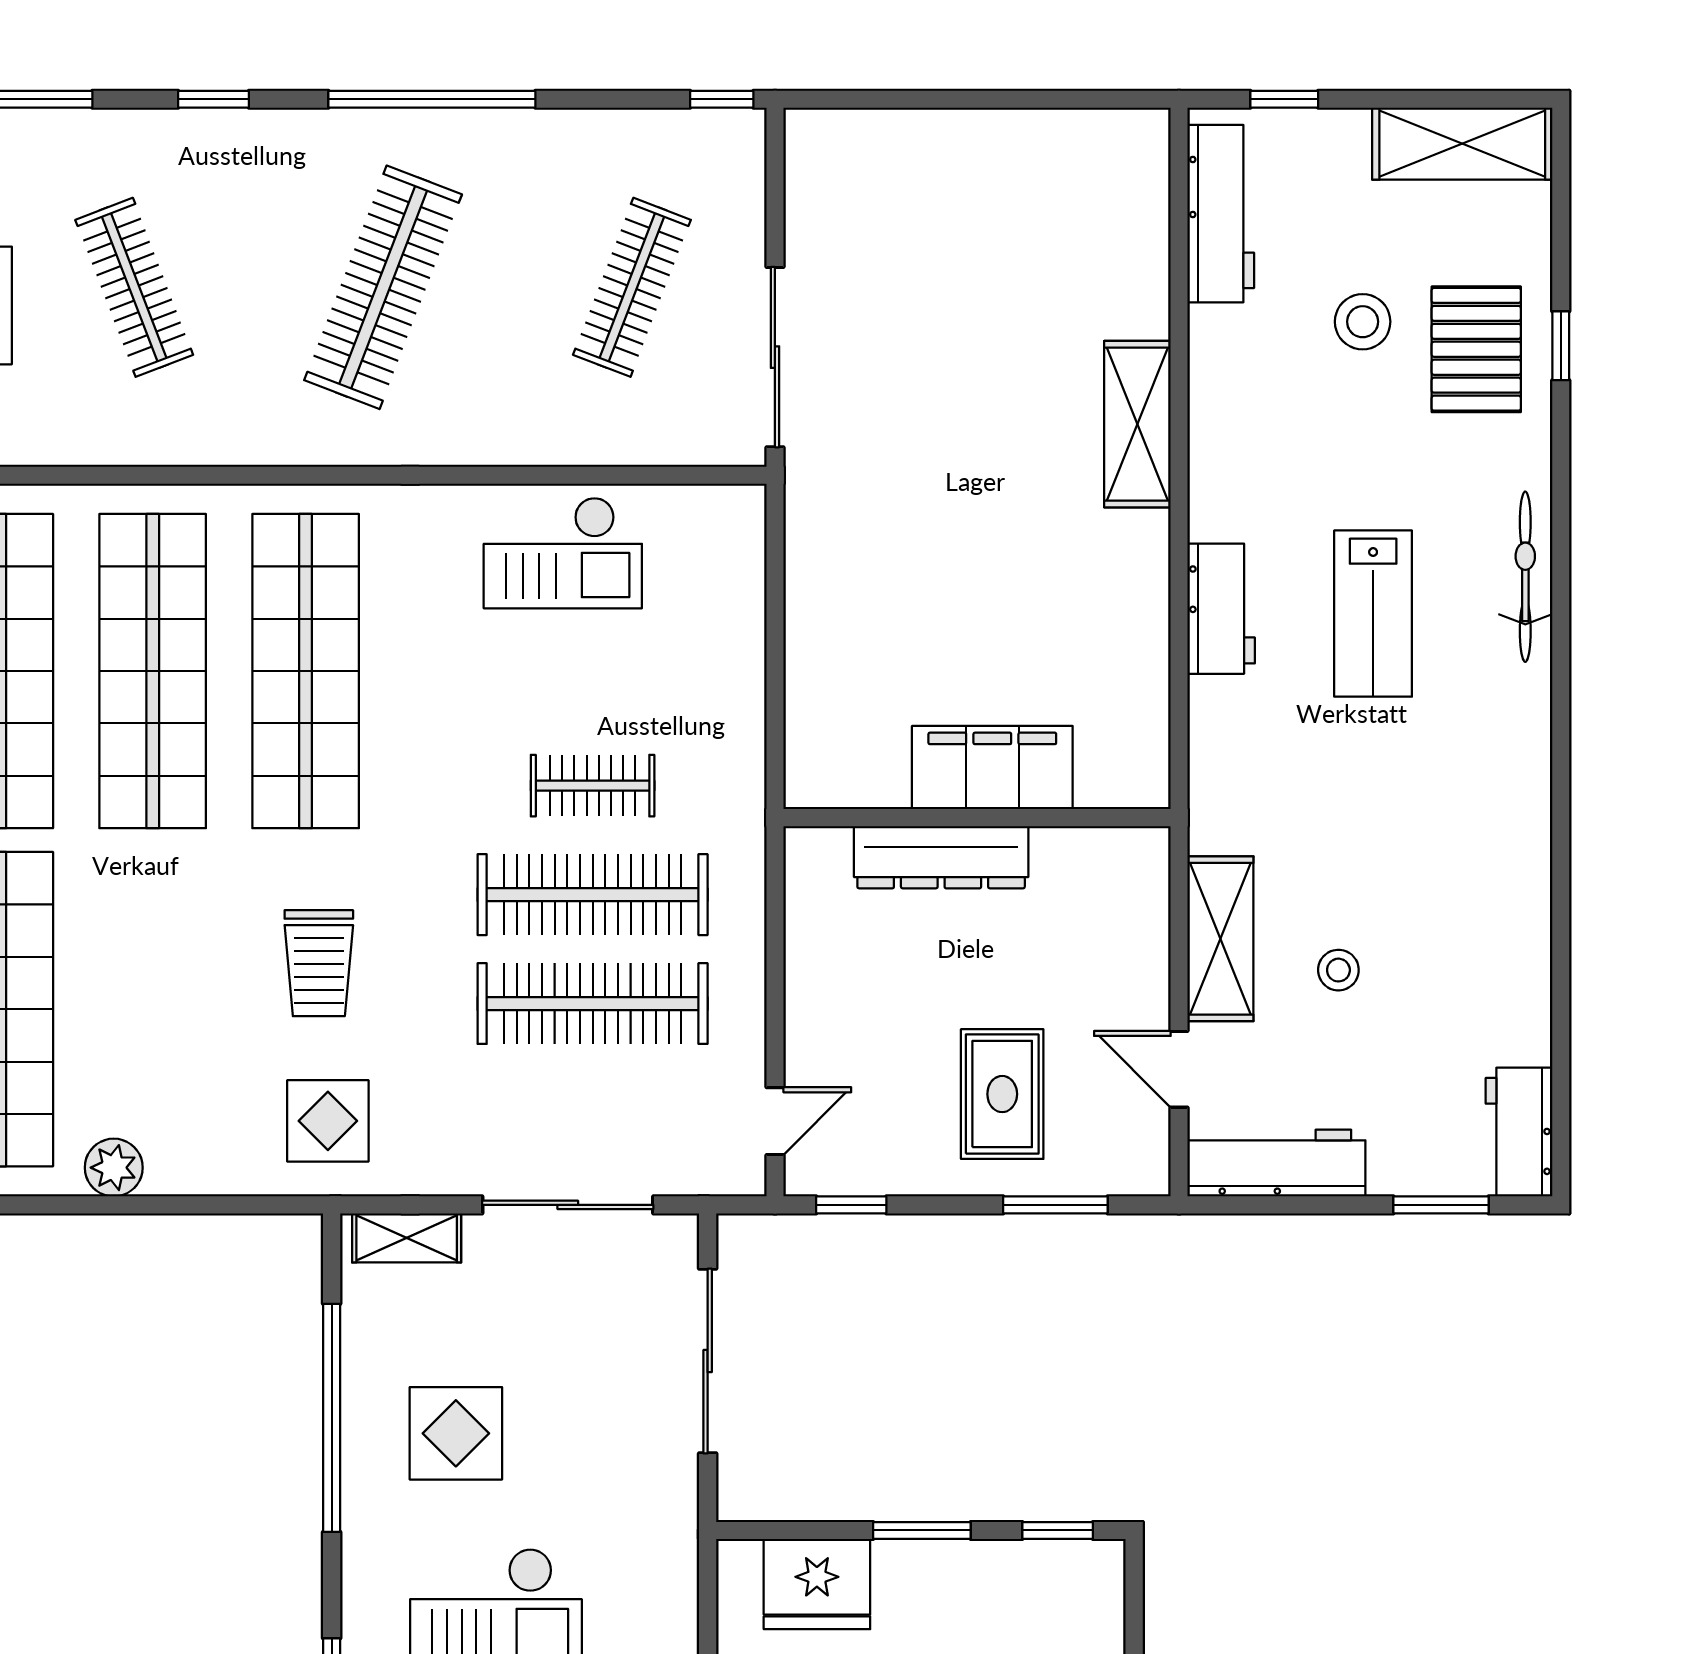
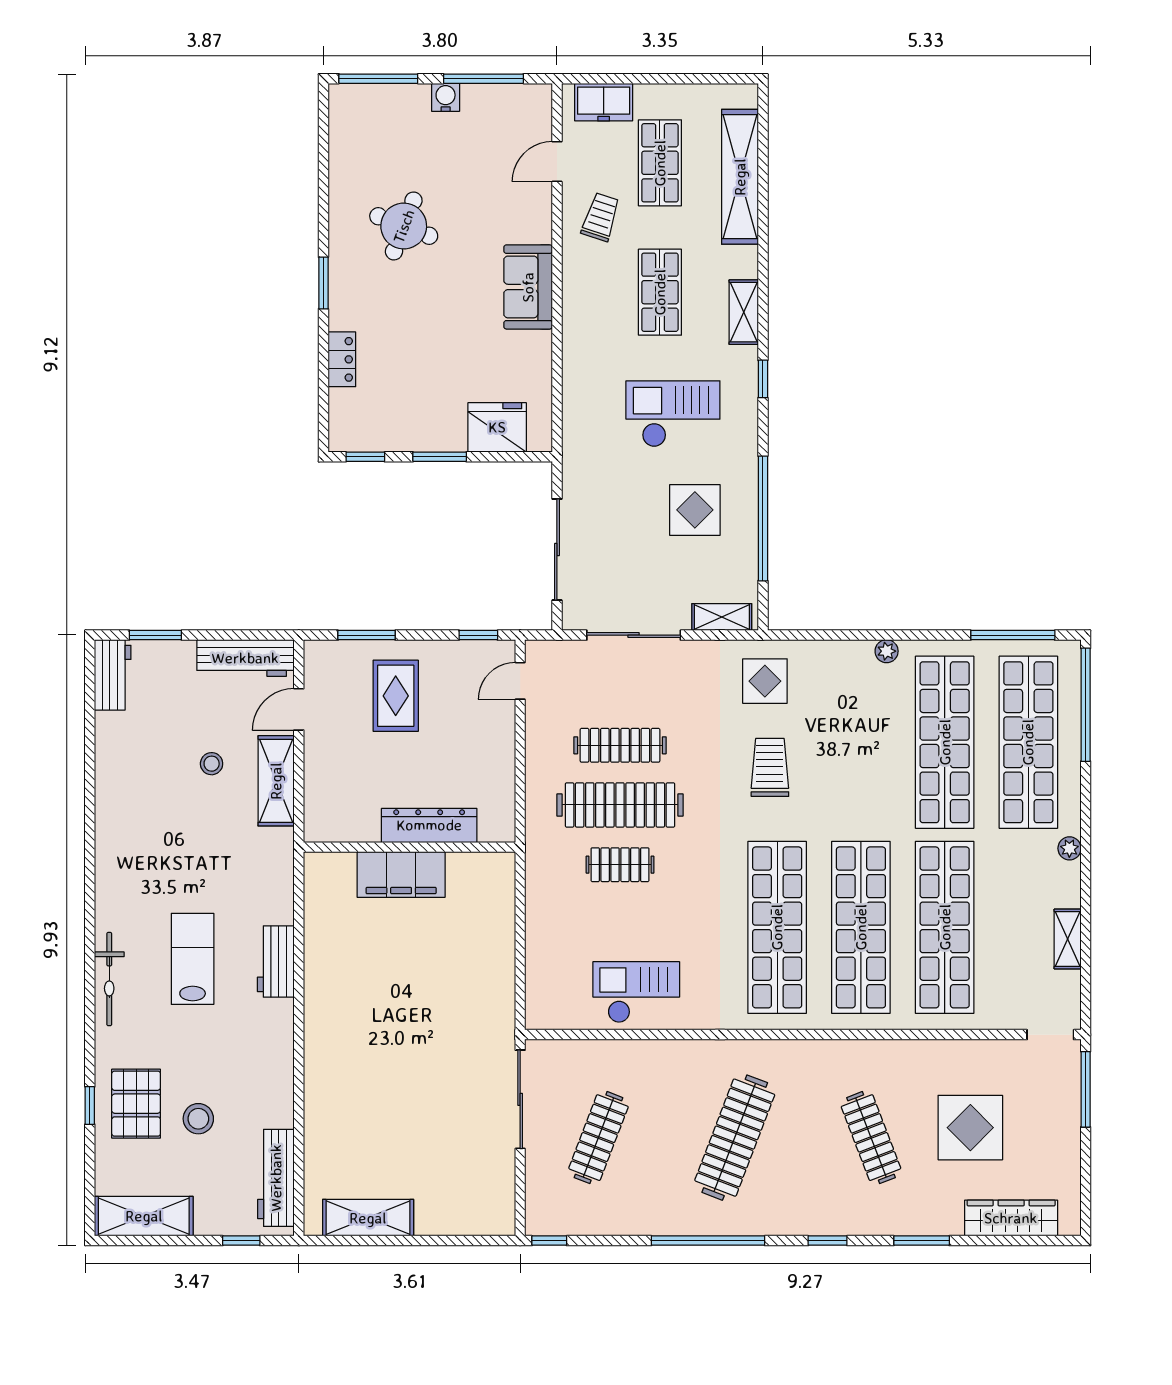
shelving: (1137, 424) -> (368, 1218), moved, turned 90
clothes rail: (593, 1004) -> (620, 745), width x0.73, depth x0.76
door: (1179, 1069) -> (299, 709), swing flipped
plant: (114, 1168) -> (887, 651), width x0.73, depth x0.73

